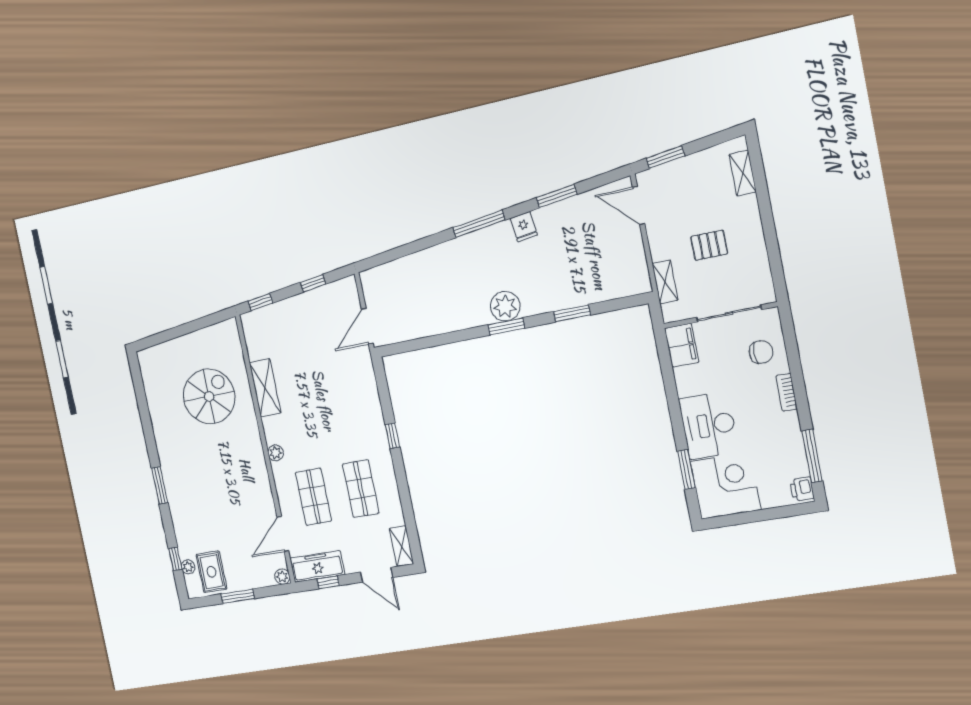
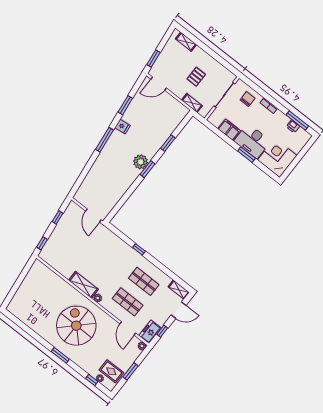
filing cabinet: (682, 345) -> (229, 130), moved
shelving: (265, 388) -> (83, 285), moved
spiral stairs: (209, 397) -> (76, 326), moved, width x1.37, depth x1.37
window: (686, 470) -> (246, 155), moved
printer: (802, 489) -> (293, 126), moved
freezer: (317, 566) -> (150, 332), width x0.71

